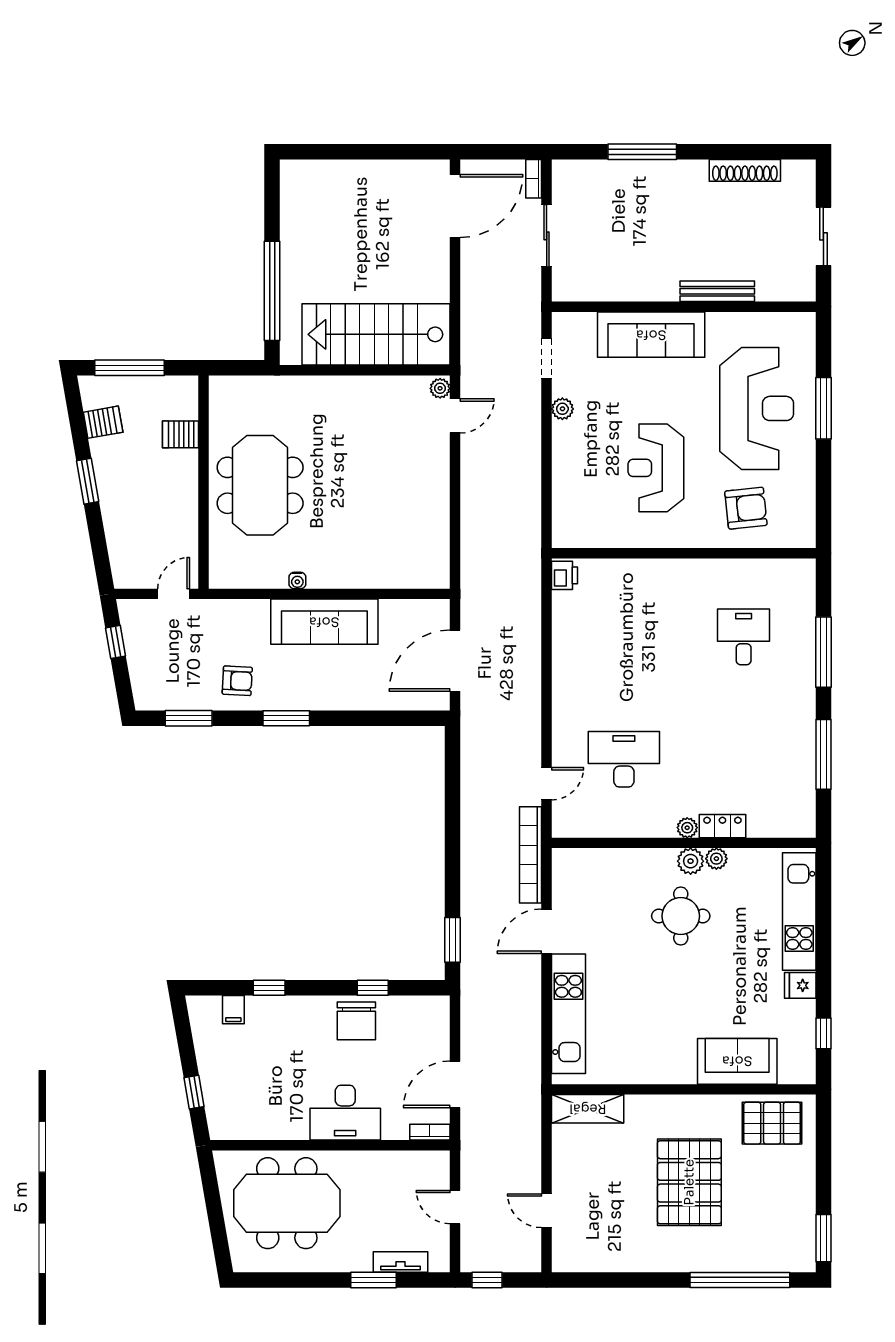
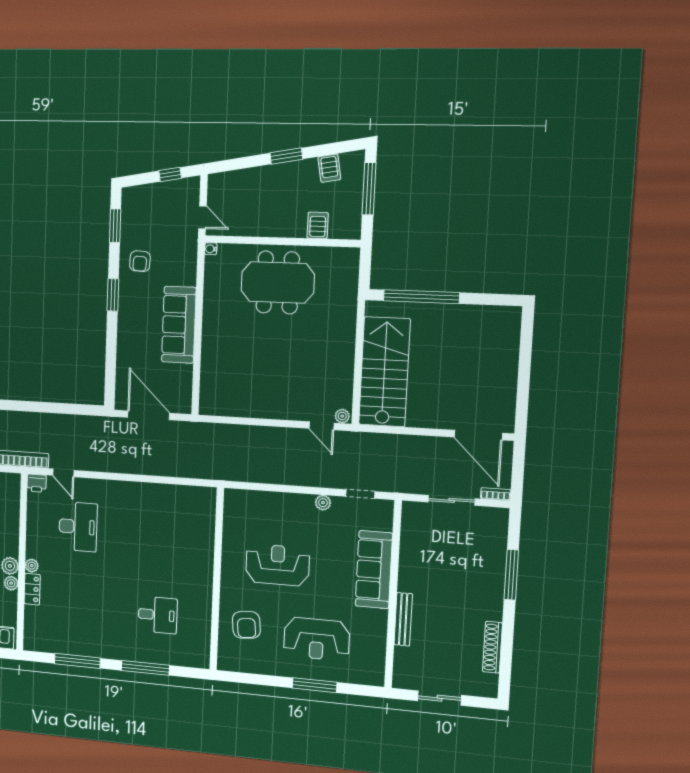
reception desk: (757, 408) -> (317, 639), width x0.74, depth x0.77
printer: (565, 575) -> (37, 483), moved
water cooler: (297, 581) -> (211, 249), moved

